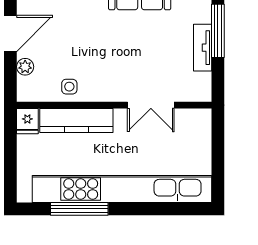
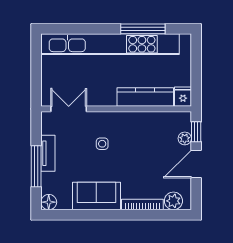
window: (10, 75) -> (196, 132), added
side table: (69, 87) -> (102, 144), moved
double door: (151, 105) -> (69, 109), moved

